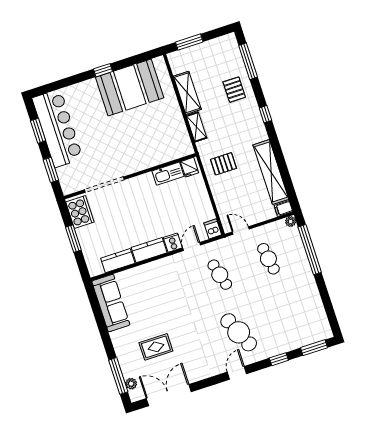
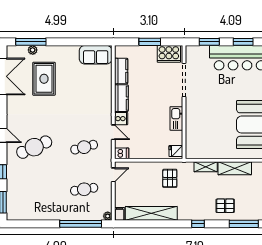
kitchen sink: (168, 174) -> (176, 118), moved
sofa: (111, 303) -> (96, 55), width x0.73
rug: (156, 347) -> (44, 79), width x1.36, depth x1.43
plant: (131, 384) -> (33, 50), moved

